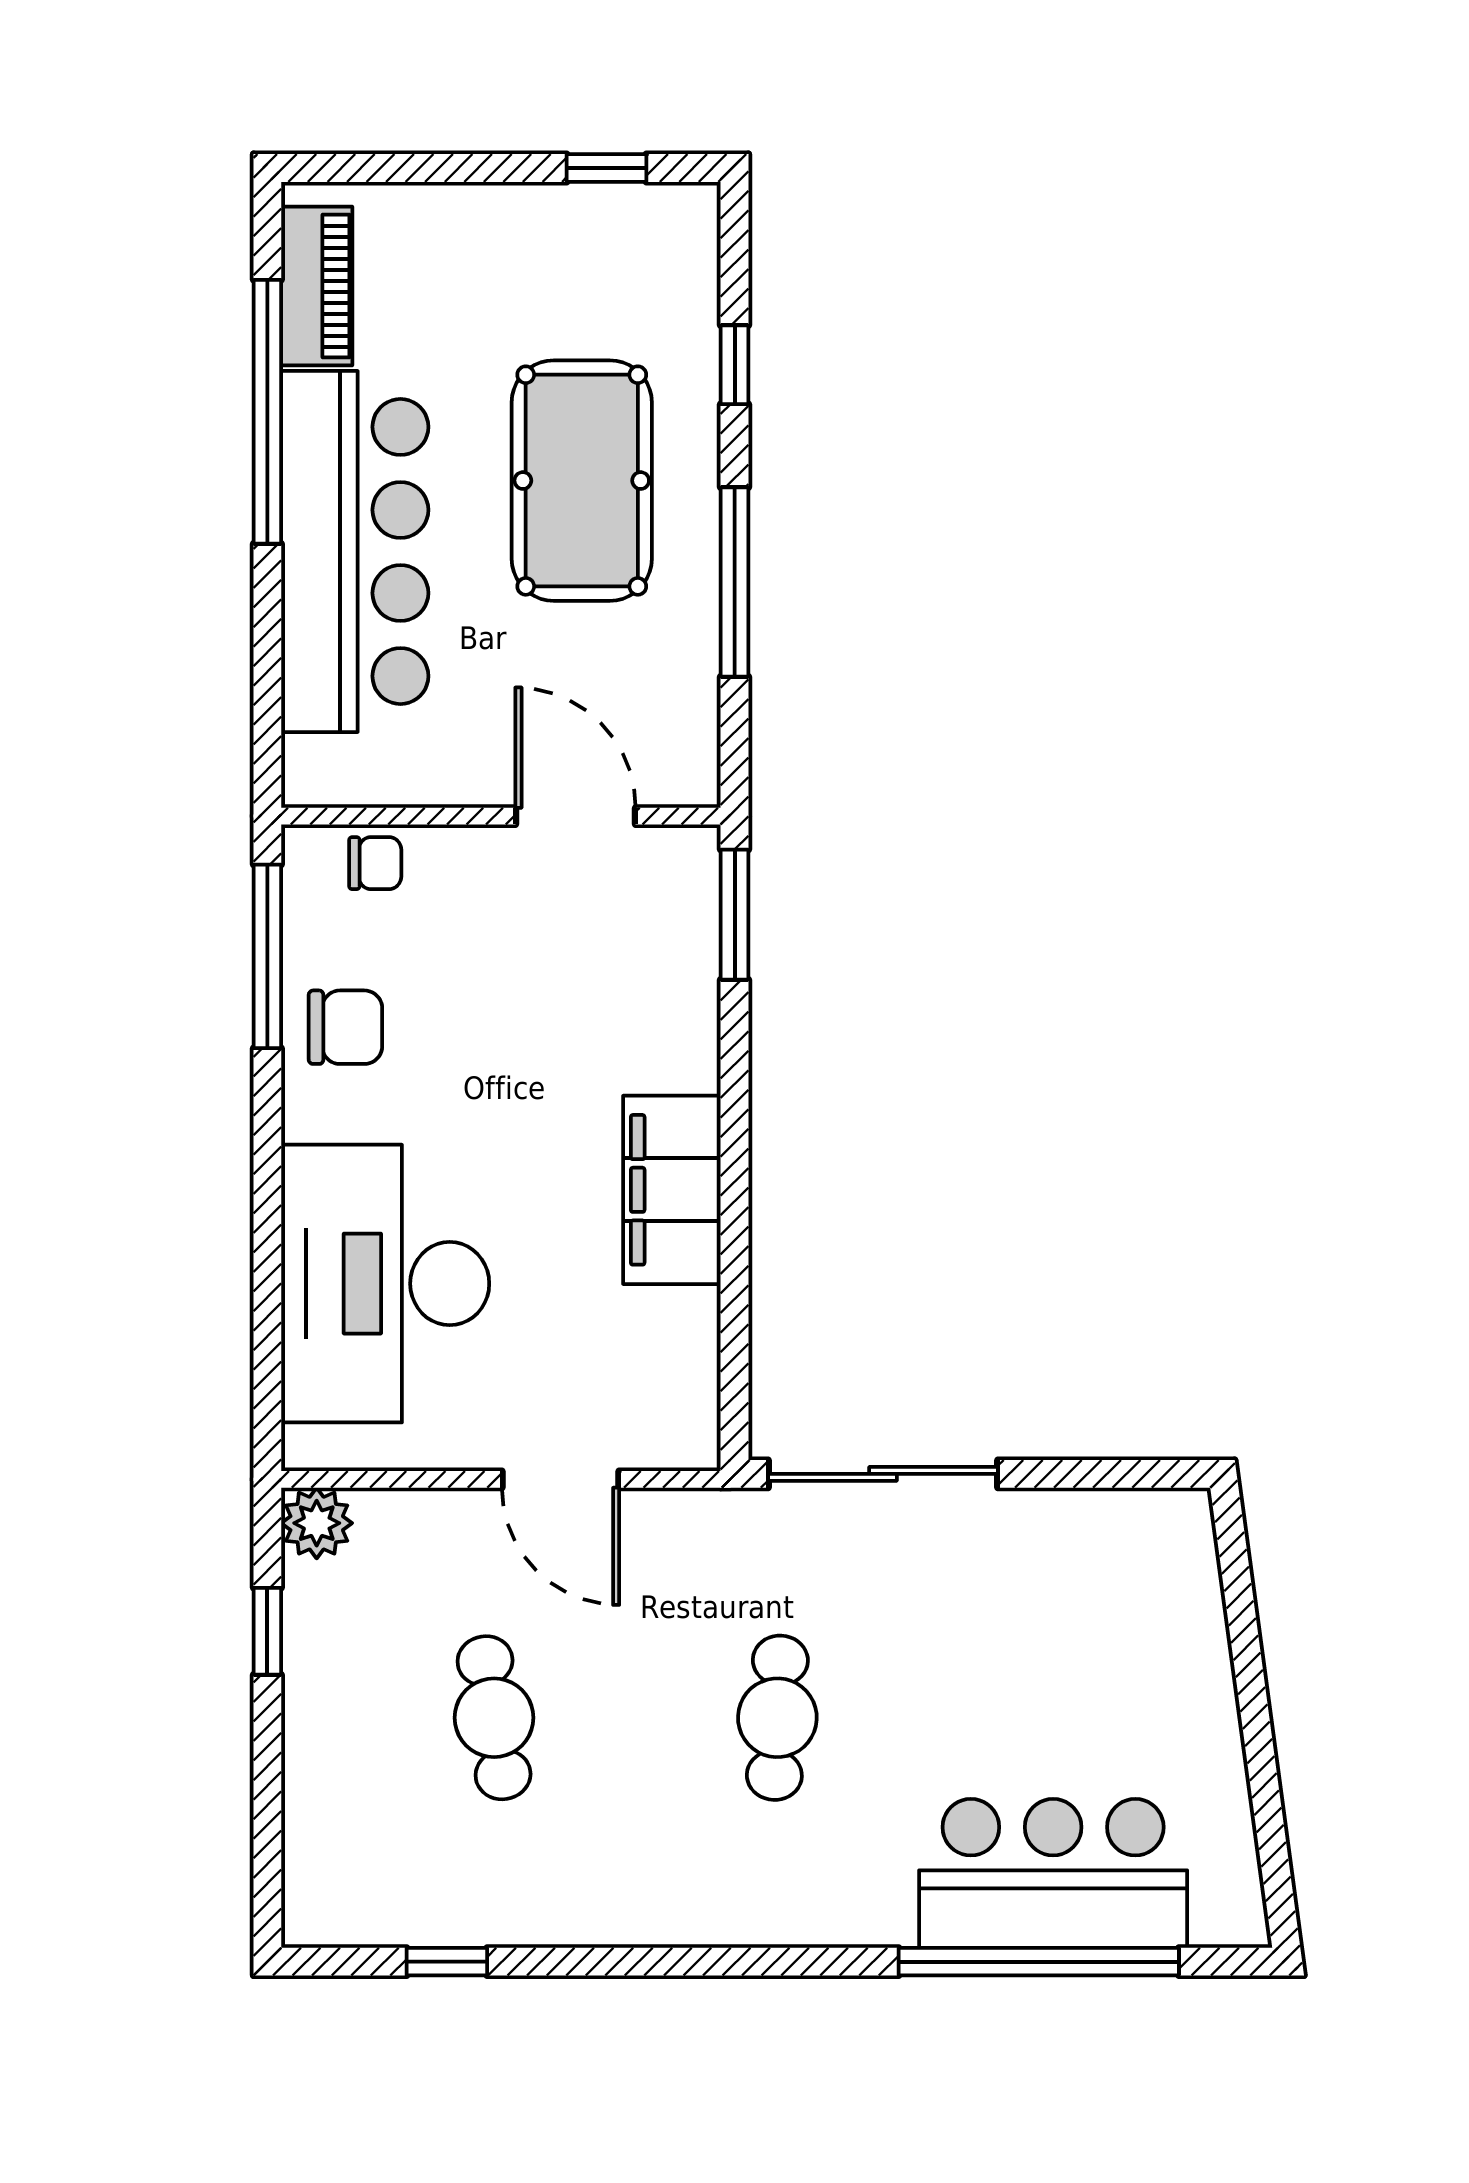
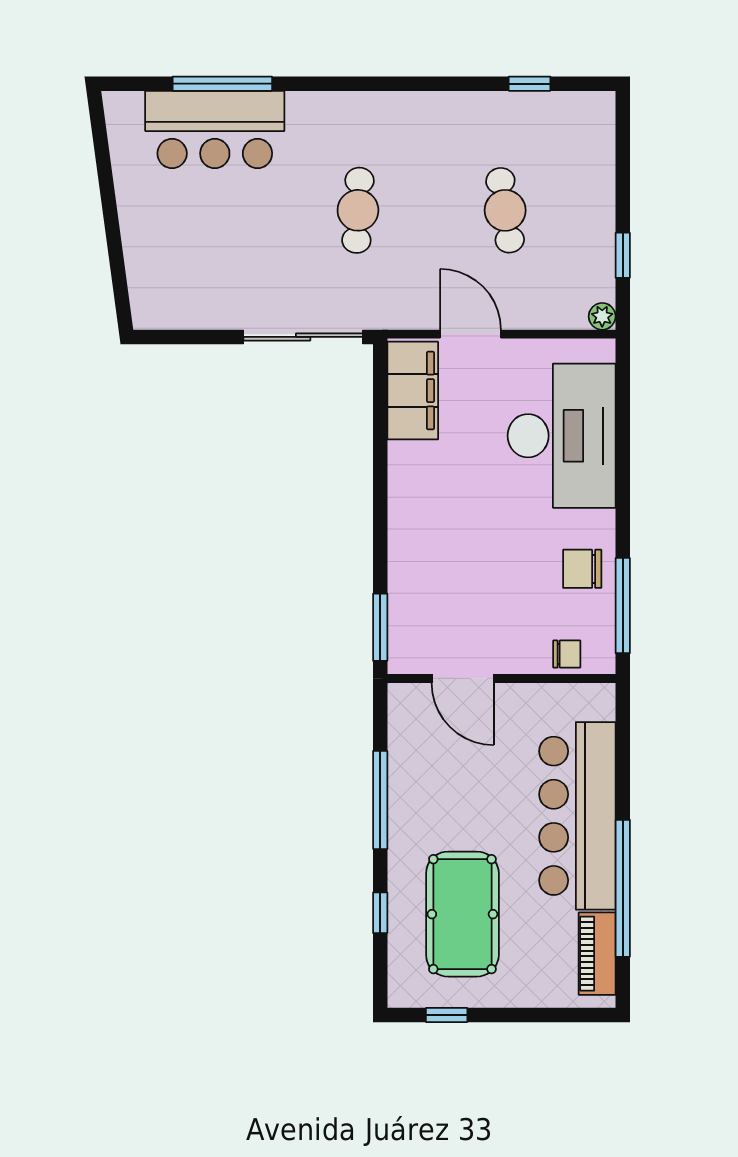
pool table: (582, 481) -> (462, 914), moved
chair: (375, 863) -> (567, 654), turned 180
filing cabinet: (672, 1190) -> (413, 391), moved
plant: (317, 1523) -> (602, 316), width x0.73, depth x0.73
window: (1039, 1962) -> (222, 84), width x0.68

